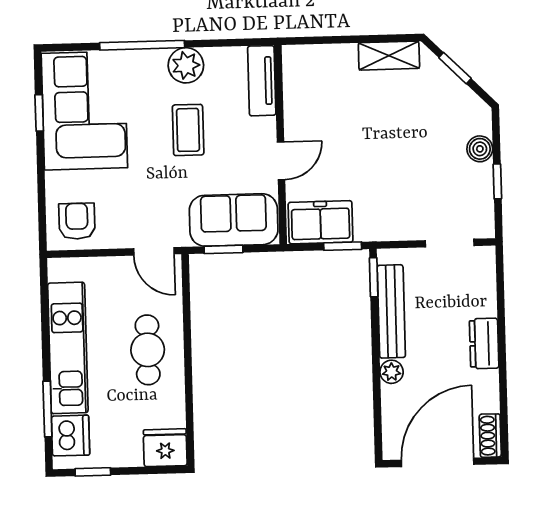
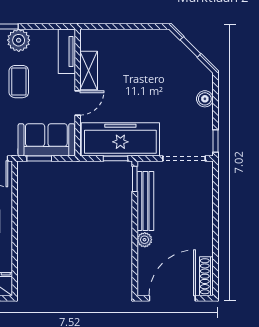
shelving: (389, 56) -> (89, 70), moved, turned 90
window: (497, 181) -> (215, 141), moved
freezer: (321, 222) -> (120, 139), width x1.91, depth x1.26
doorway: (450, 243) -> (184, 159), width x1.38
dresser: (484, 344) -> (204, 223), removed
shoe rack: (490, 436) -> (206, 276), width x1.43

